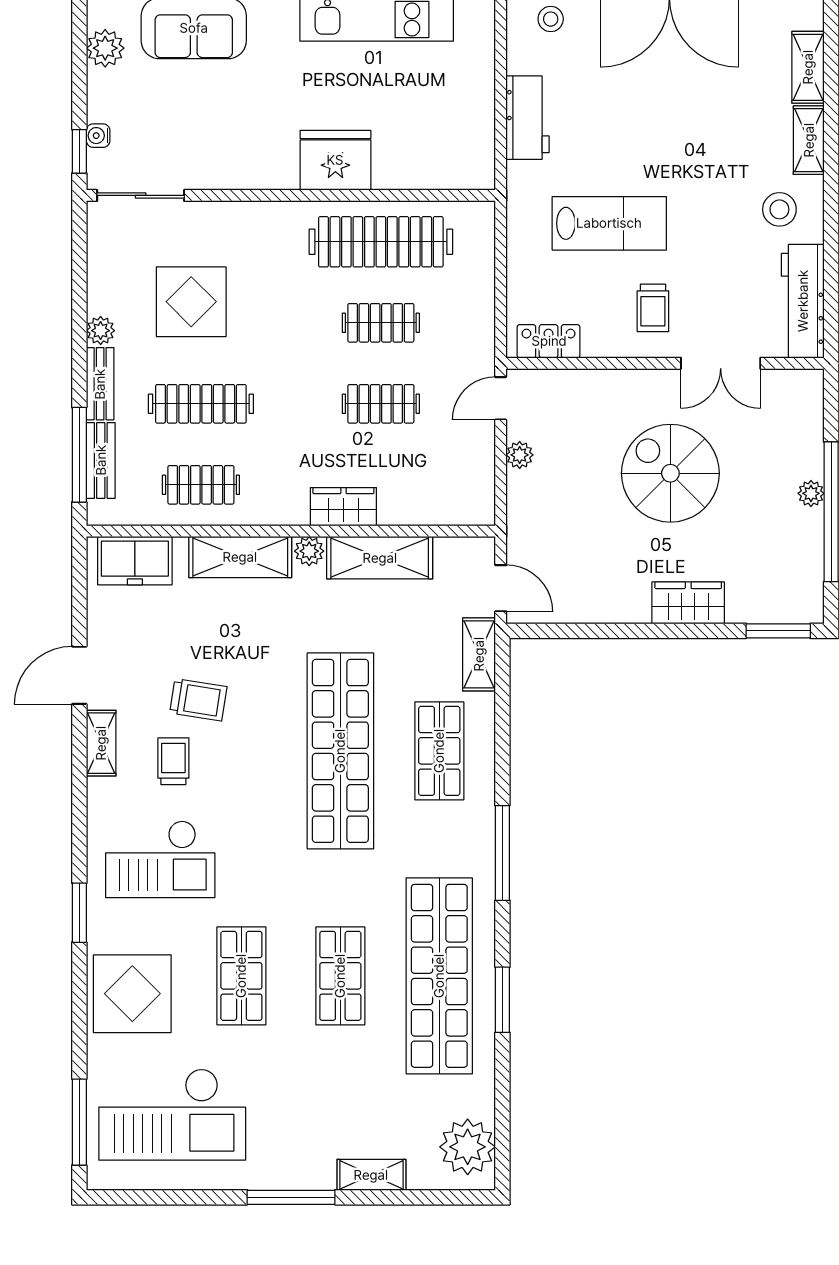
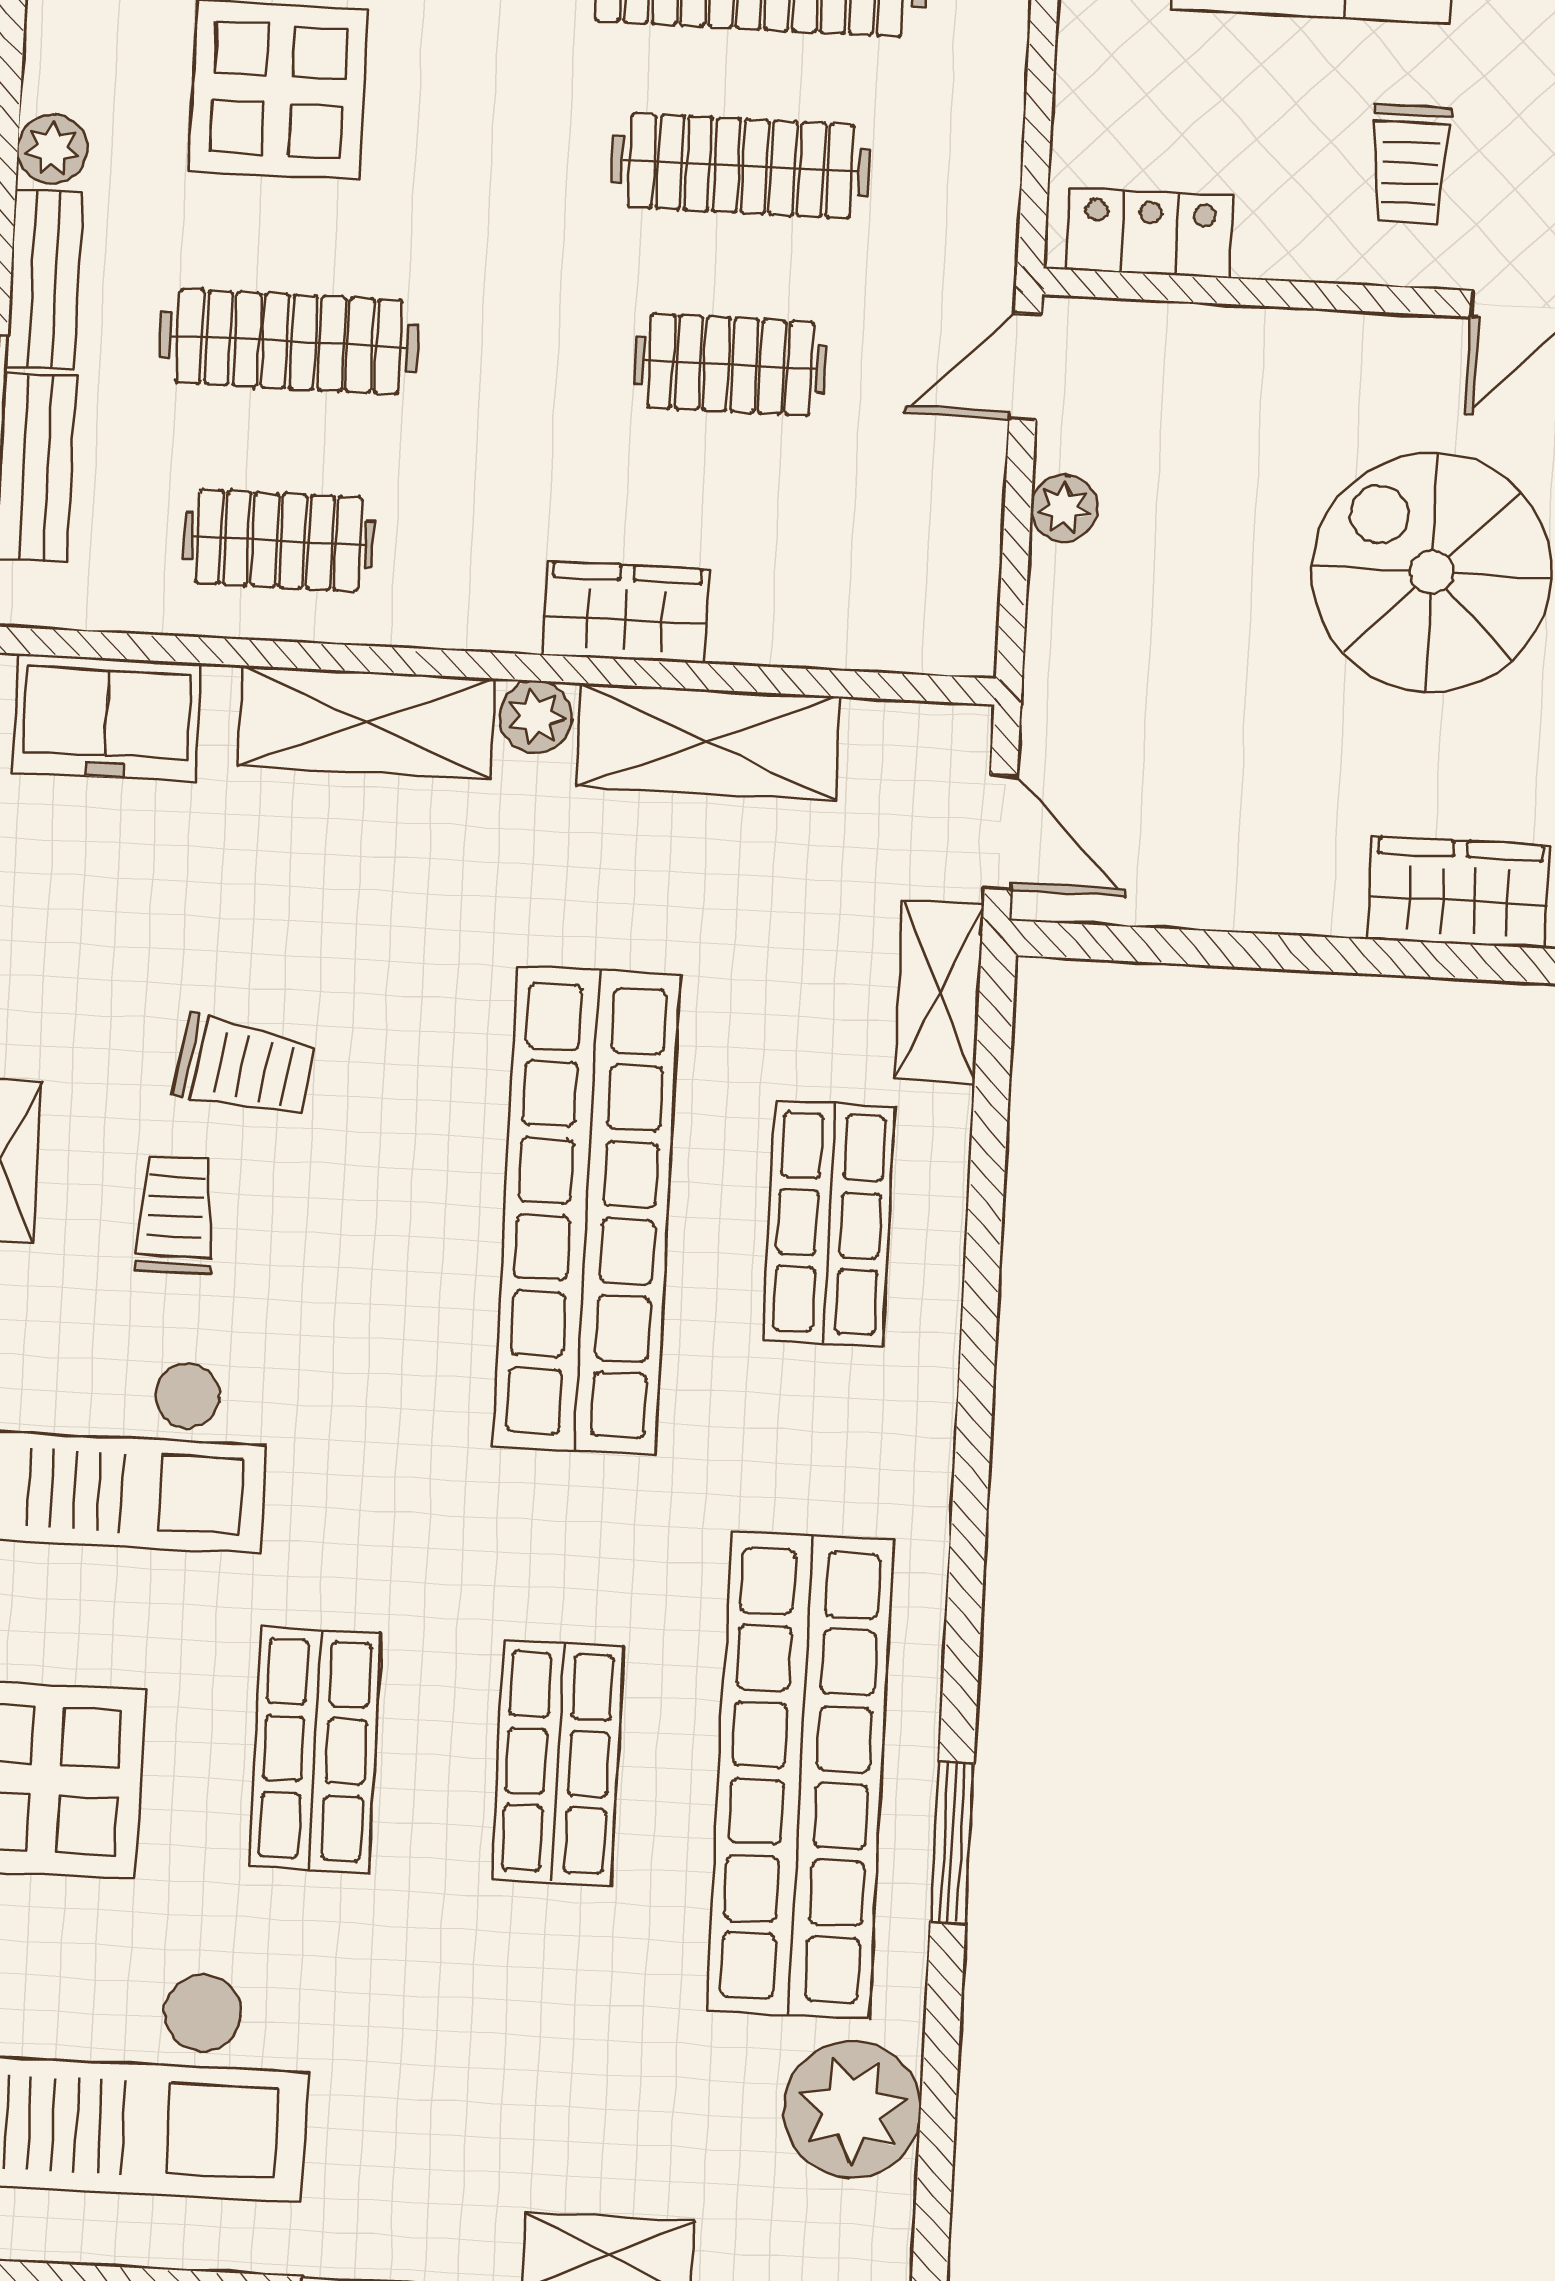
clothes rail: (381, 323) -> (741, 166), width x1.36
window: (502, 853) -> (971, 1482), removed
plant: (468, 1147) -> (852, 2109), moved

